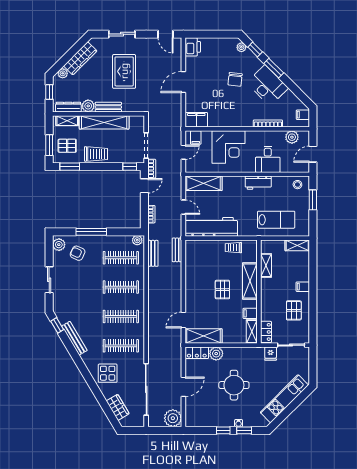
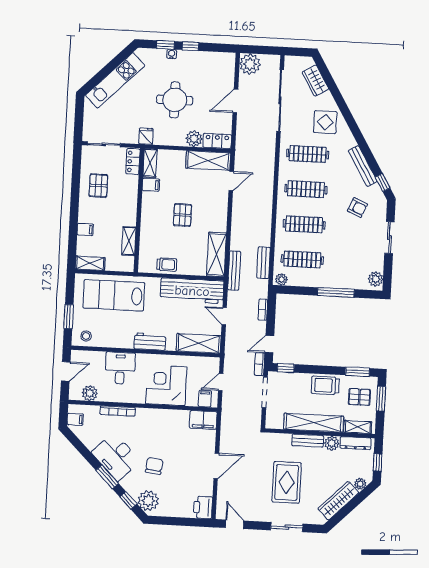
plant: (241, 47) -> (148, 501), width x1.87, depth x1.87
workbench: (258, 183) -> (150, 342), moved
lab bench: (276, 220) -> (114, 295), width x1.36, depth x1.39
bench: (177, 250) -> (234, 271), width x1.36
armchair: (78, 253) -> (357, 208), moved
shelving: (250, 281) -> (217, 254), moved
filing cabinet: (303, 287) -> (85, 229), moved
fridge: (271, 354) -> (146, 136), moved

